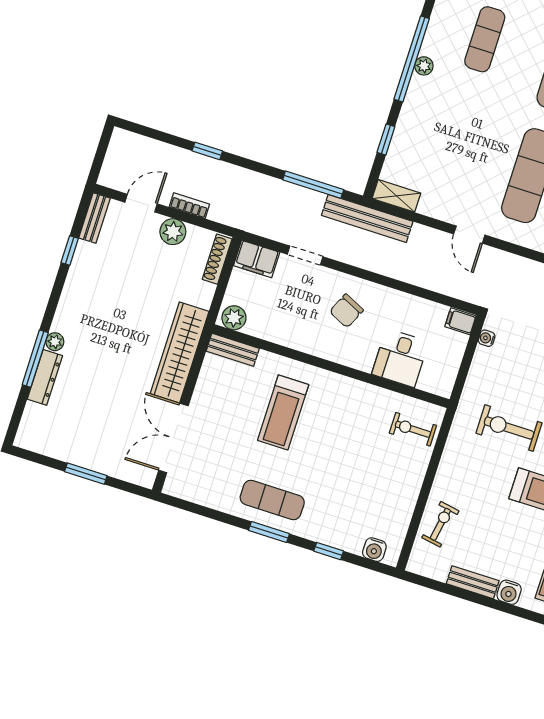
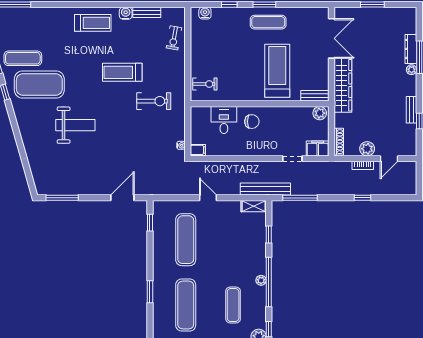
bench: (94, 218) -> (411, 110), moved
chair: (346, 311) -> (252, 122), moved, turned 65
treadmill: (283, 413) -> (277, 71), width x1.37, depth x1.38

